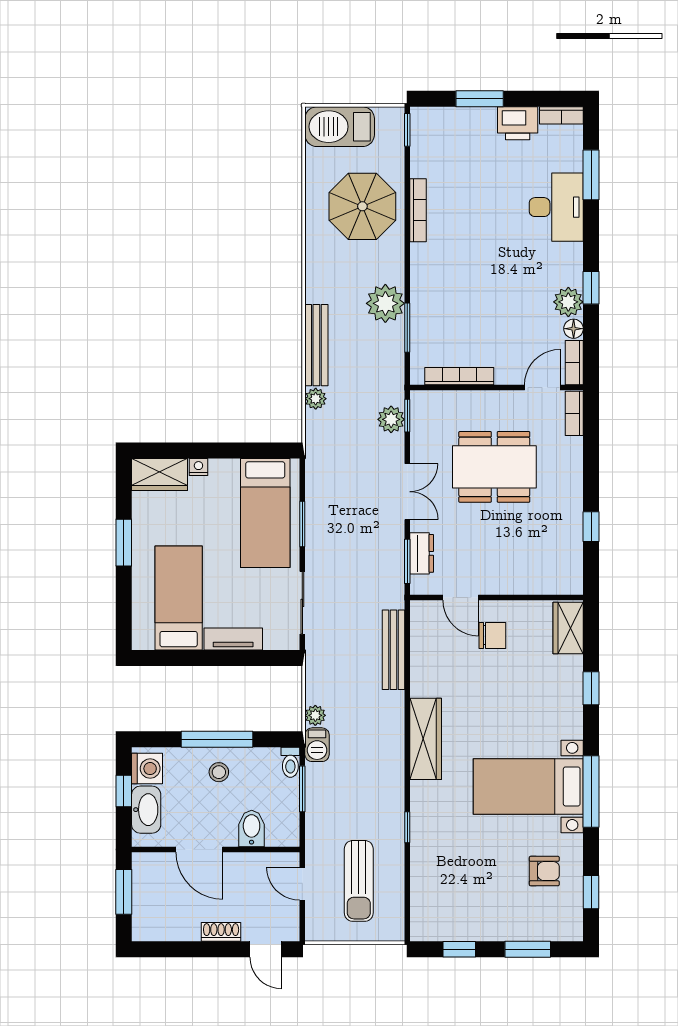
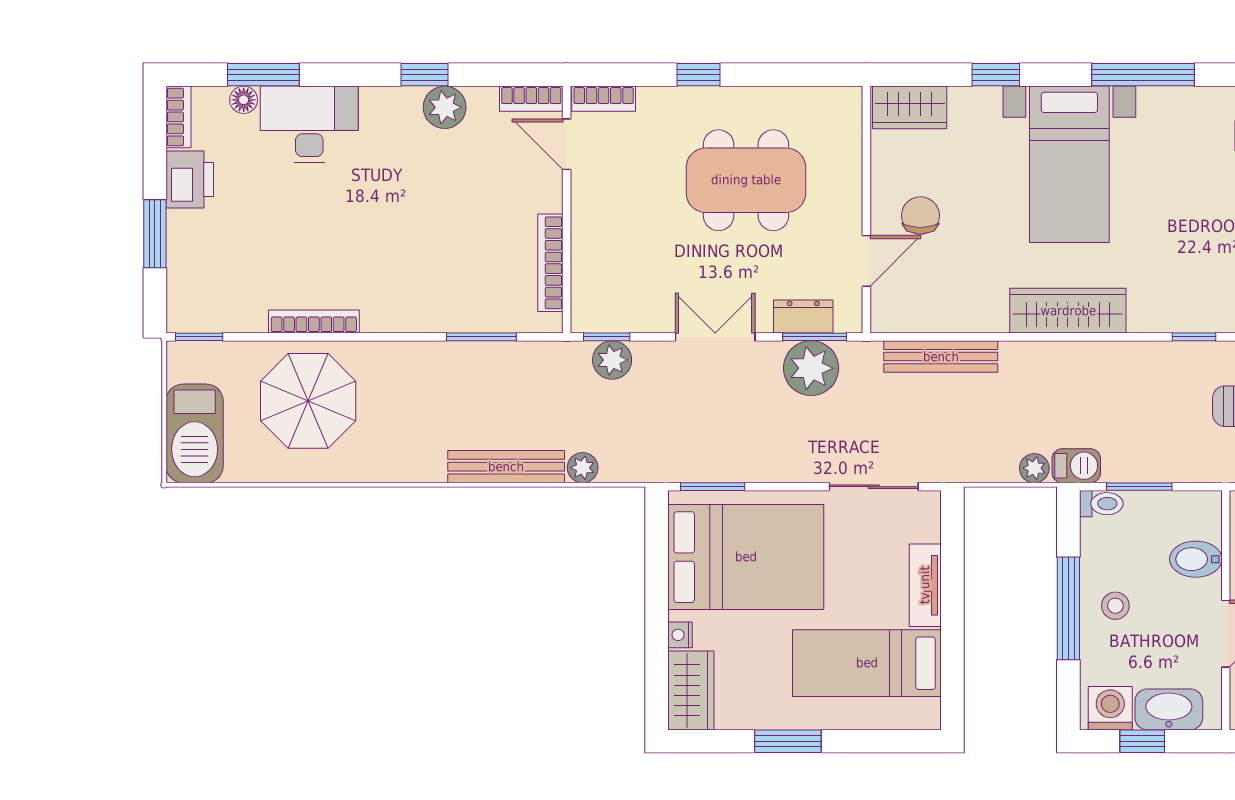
plant: (385, 303) -> (811, 368), moved
floor lamp: (574, 329) -> (244, 100), moved
dining table: (494, 467) -> (746, 180), moved, turned 90
bed: (265, 513) -> (746, 557), width x1.50
window: (302, 524) -> (713, 487), moved
window: (591, 527) -> (698, 75), moved
bed with nightstands: (528, 786) -> (1069, 164), moved

